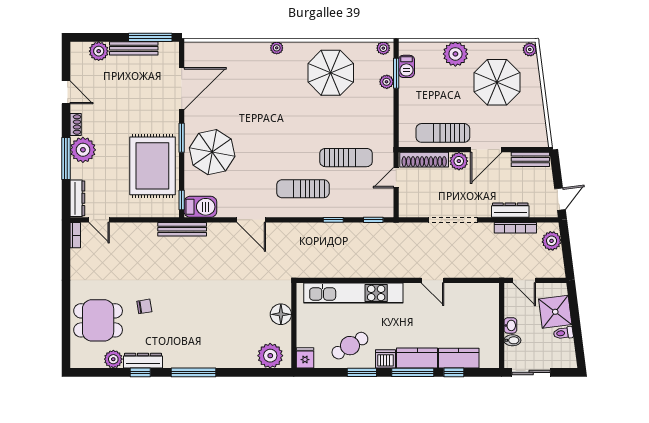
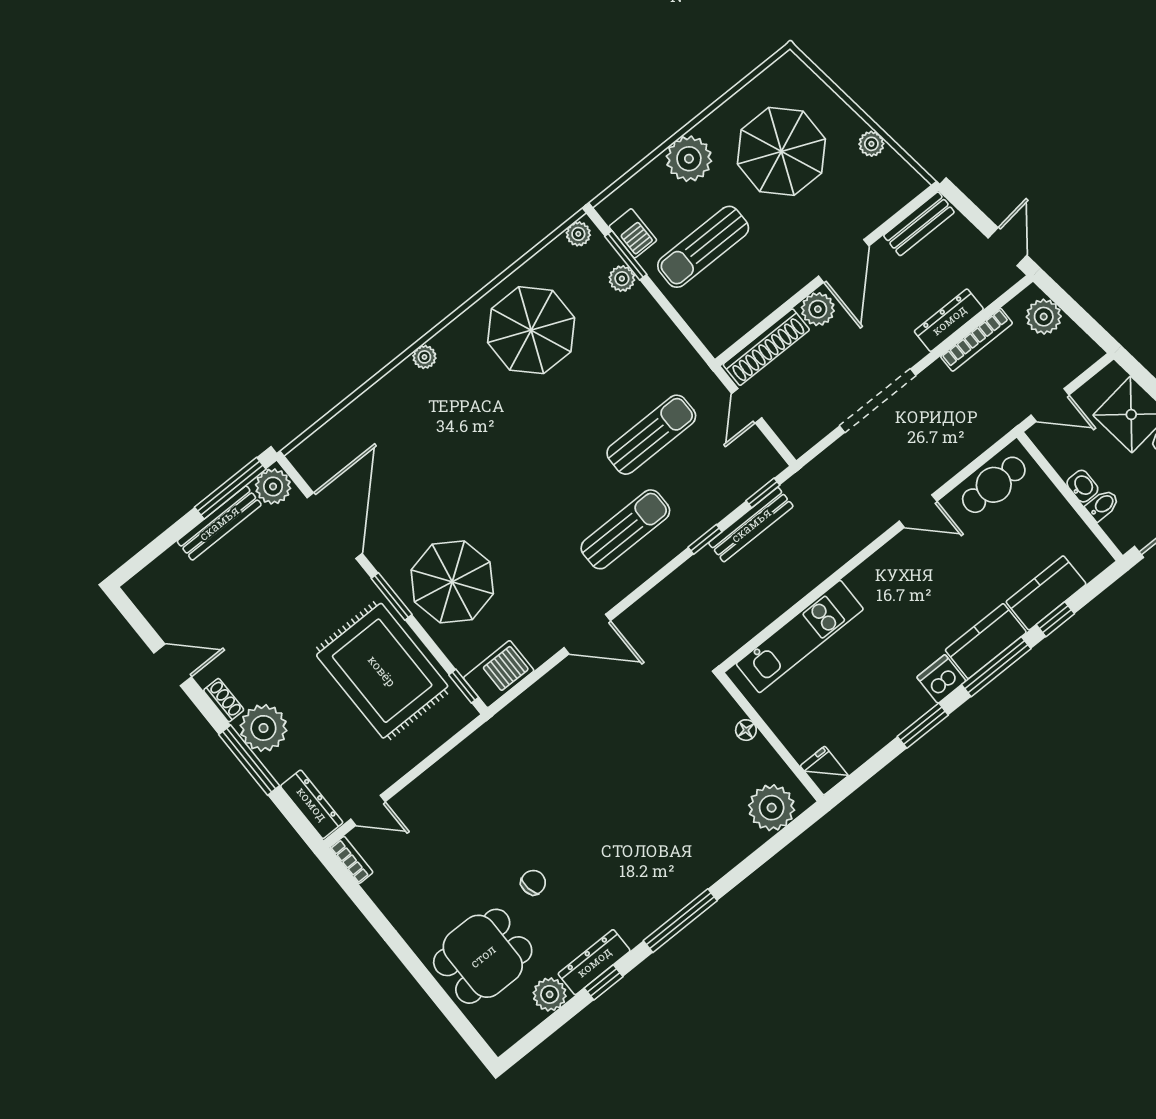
plant: (530, 49) -> (871, 144), moved
plant: (99, 51) -> (273, 486), moved
sun lounger: (443, 133) -> (703, 247), moved
sun lounger: (303, 189) -> (625, 529), turned 180
bench: (182, 229) -> (751, 525), moved
kitchen unit: (353, 293) -> (800, 636), width x0.73
floor lamp: (281, 314) -> (746, 730), width x0.53, depth x0.53
cafe table: (350, 346) -> (994, 485), moved, turned 31

